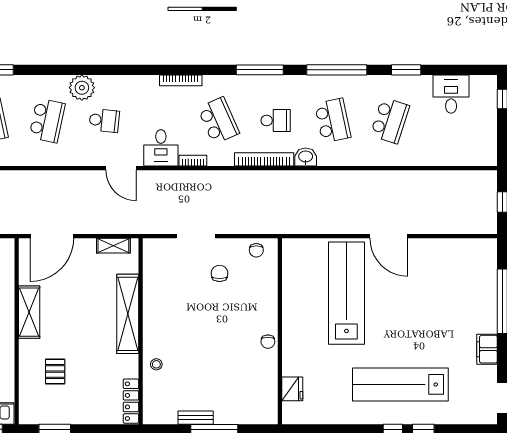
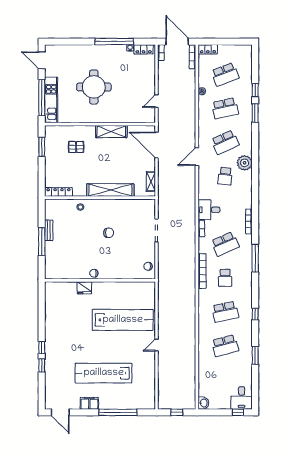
window: (260, 70) -> (255, 258), moved
window: (337, 70) -> (255, 314), width x0.32
desk: (451, 94) -> (242, 398), moved, turned 90
school desk: (47, 121) -> (225, 142), turned -36
school desk: (390, 121) -> (225, 346), turned -33
washbasin: (306, 157) -> (203, 403), moved
door: (121, 168) -> (197, 157), moved
door: (389, 236) -> (157, 345), width x0.53
chair: (220, 273) -> (109, 233), moved
lab bench: (400, 384) -> (104, 373), moved, turned -90
fridge: (292, 389) -> (84, 288), moved

